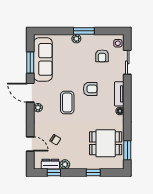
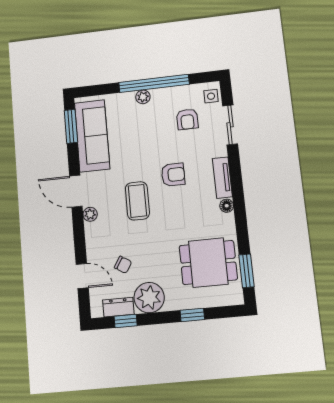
window: (84, 31) -> (154, 83), width x2.11
window: (30, 62) -> (71, 126), moved
plant: (65, 164) -> (149, 298), width x1.87, depth x1.87

